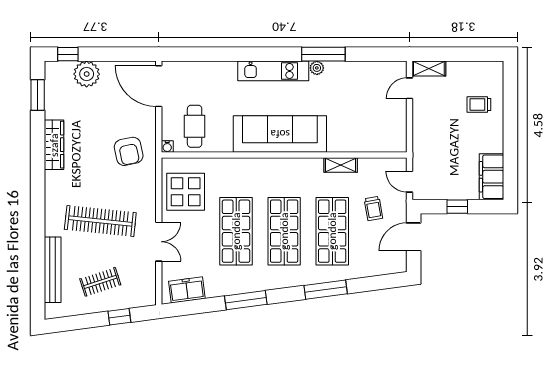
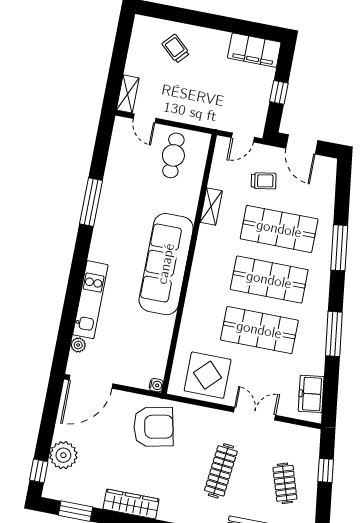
plant: (317, 68) -> (78, 345), moved
kitchen unit: (273, 71) -> (90, 300), moved
trolley: (479, 105) -> (176, 49), turned 132
cafe table: (195, 126) -> (173, 155), moved, turned 90
armchair: (129, 151) -> (153, 427), width x1.36, depth x1.36
clothes rail: (100, 221) -> (221, 471), width x0.73, depth x0.76

